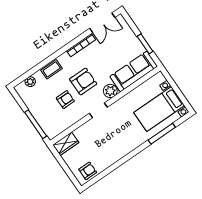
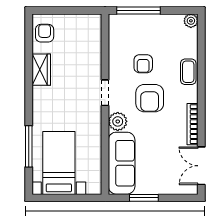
plant: (30, 82) -> (191, 21), moved
wardrobe: (66, 144) -> (41, 70), moved, turned 180
armchair: (88, 171) -> (45, 33), turned 180

